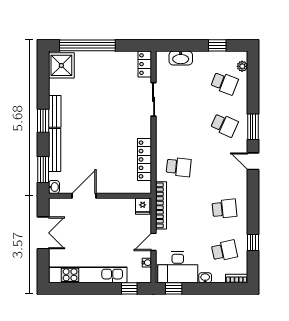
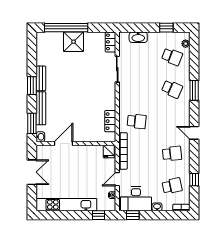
shower: (61, 65) -> (74, 42), moved
locker: (144, 159) -> (110, 121), width x0.66
door: (253, 161) -> (194, 133), moved

